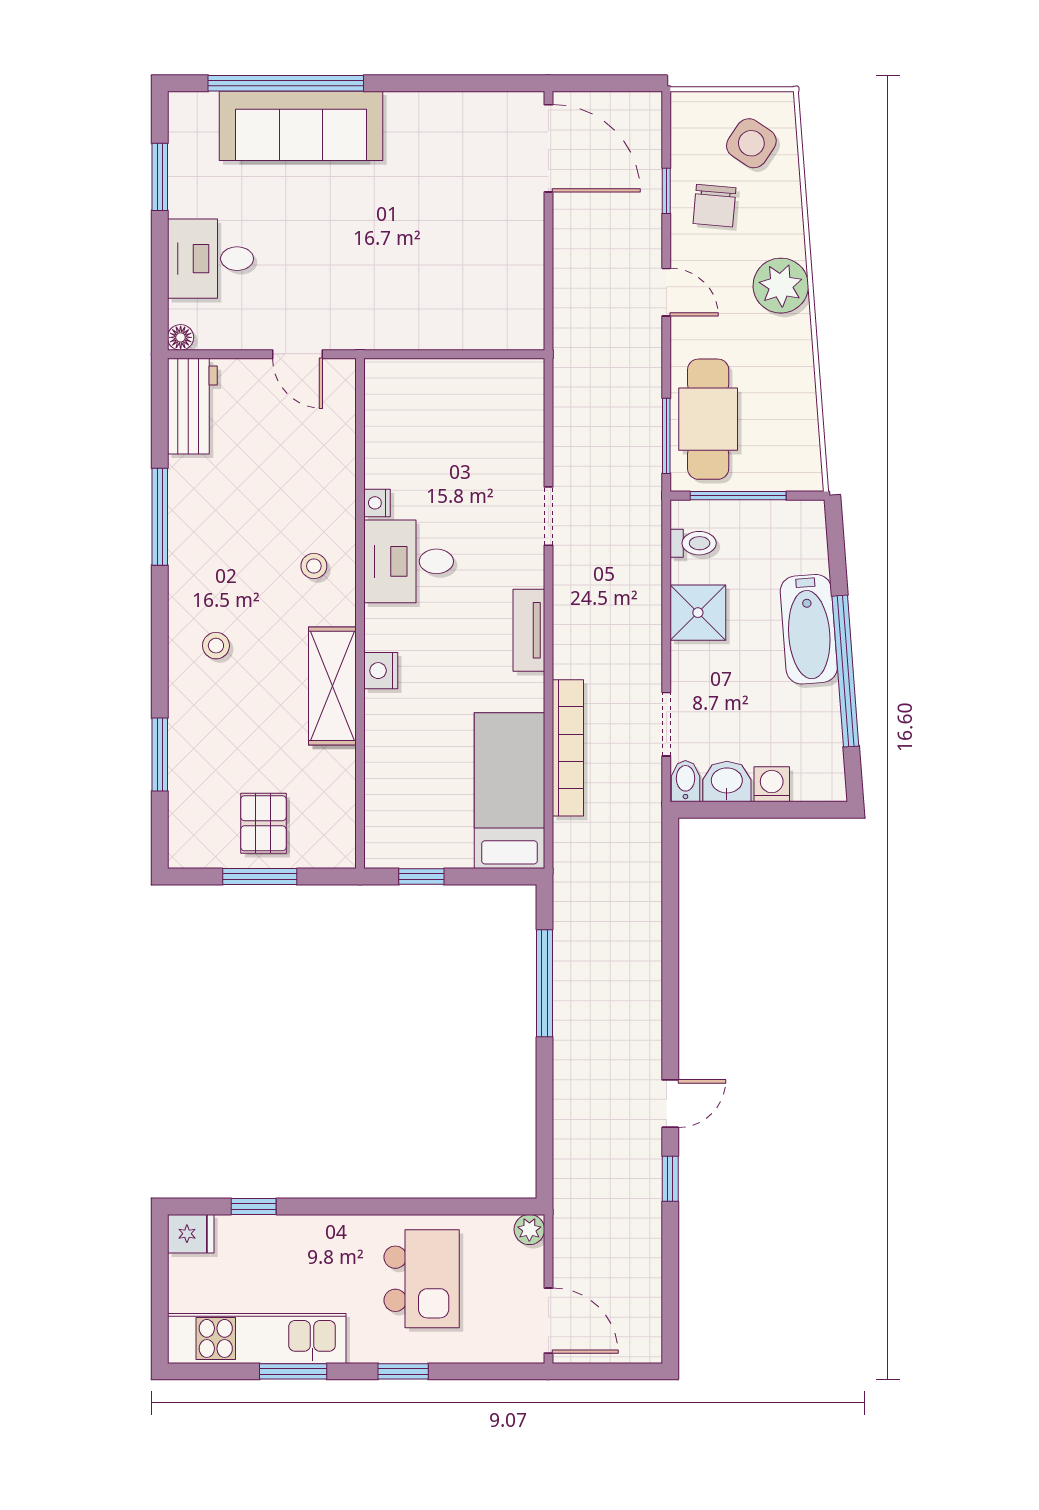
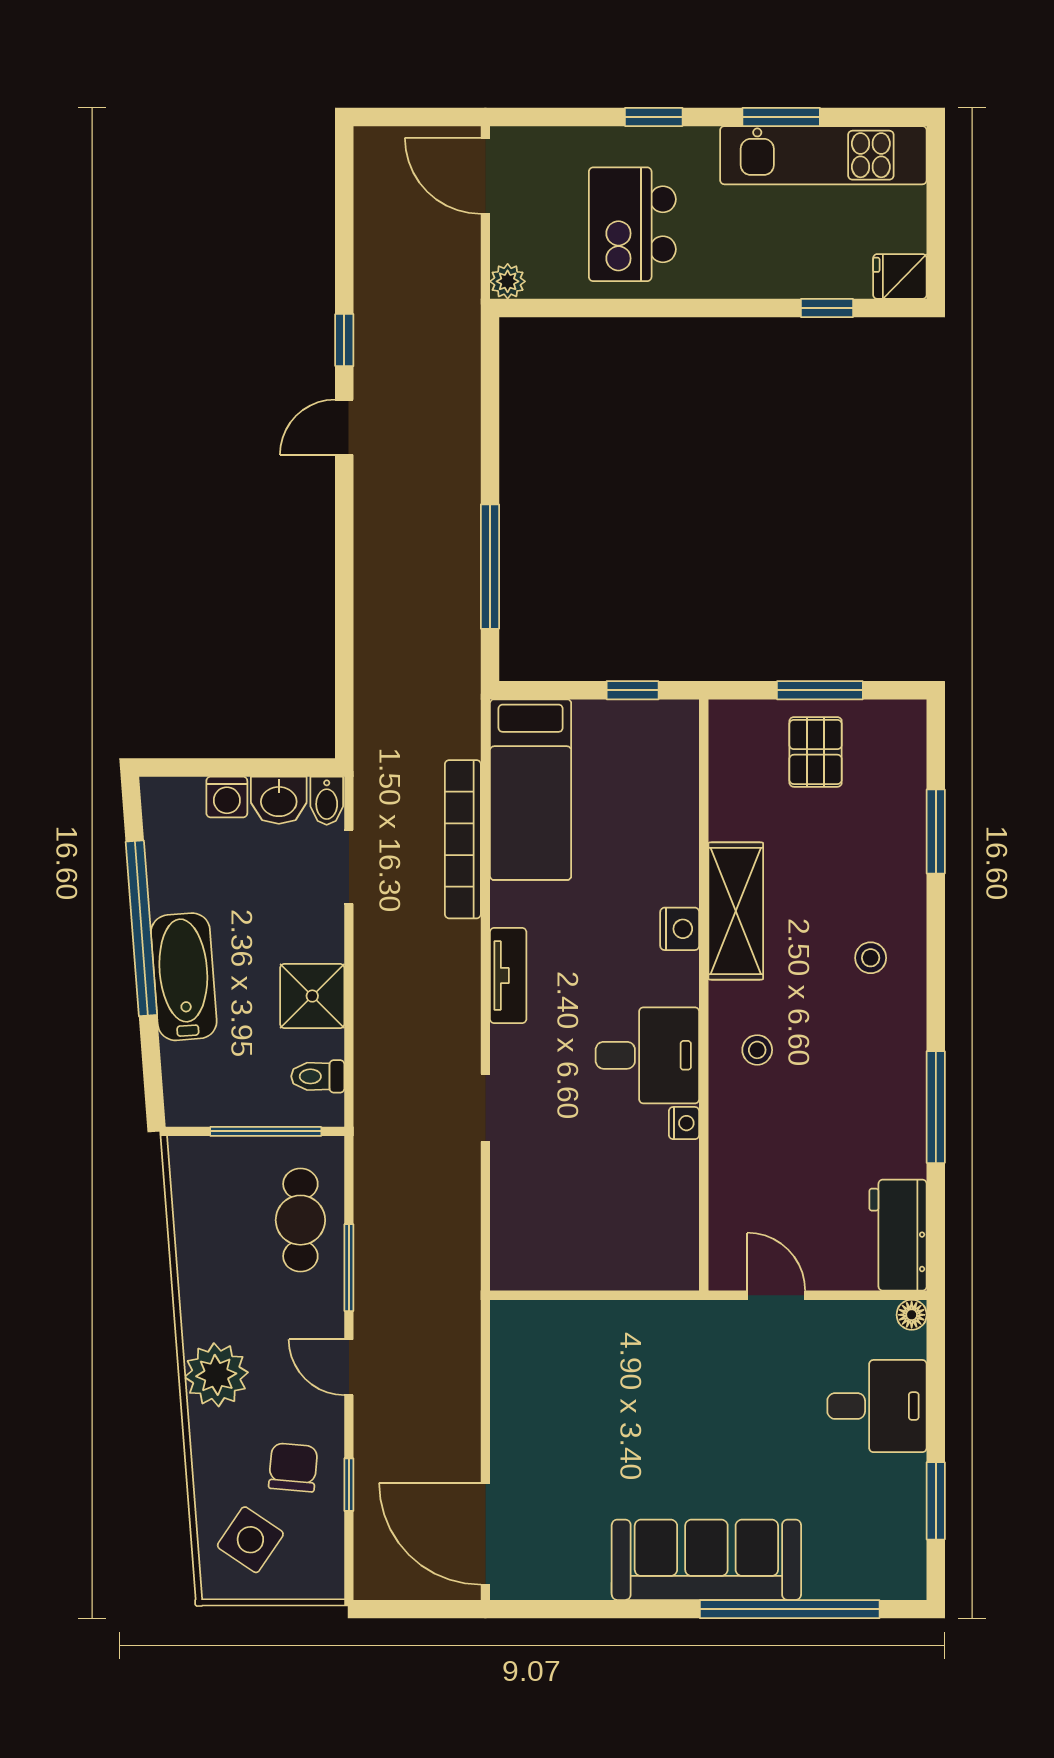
sofa: (301, 126) -> (706, 1560), moved
cafe table: (708, 419) -> (300, 1220), width x0.73, depth x0.74
window: (666, 436) -> (349, 1268), moved

